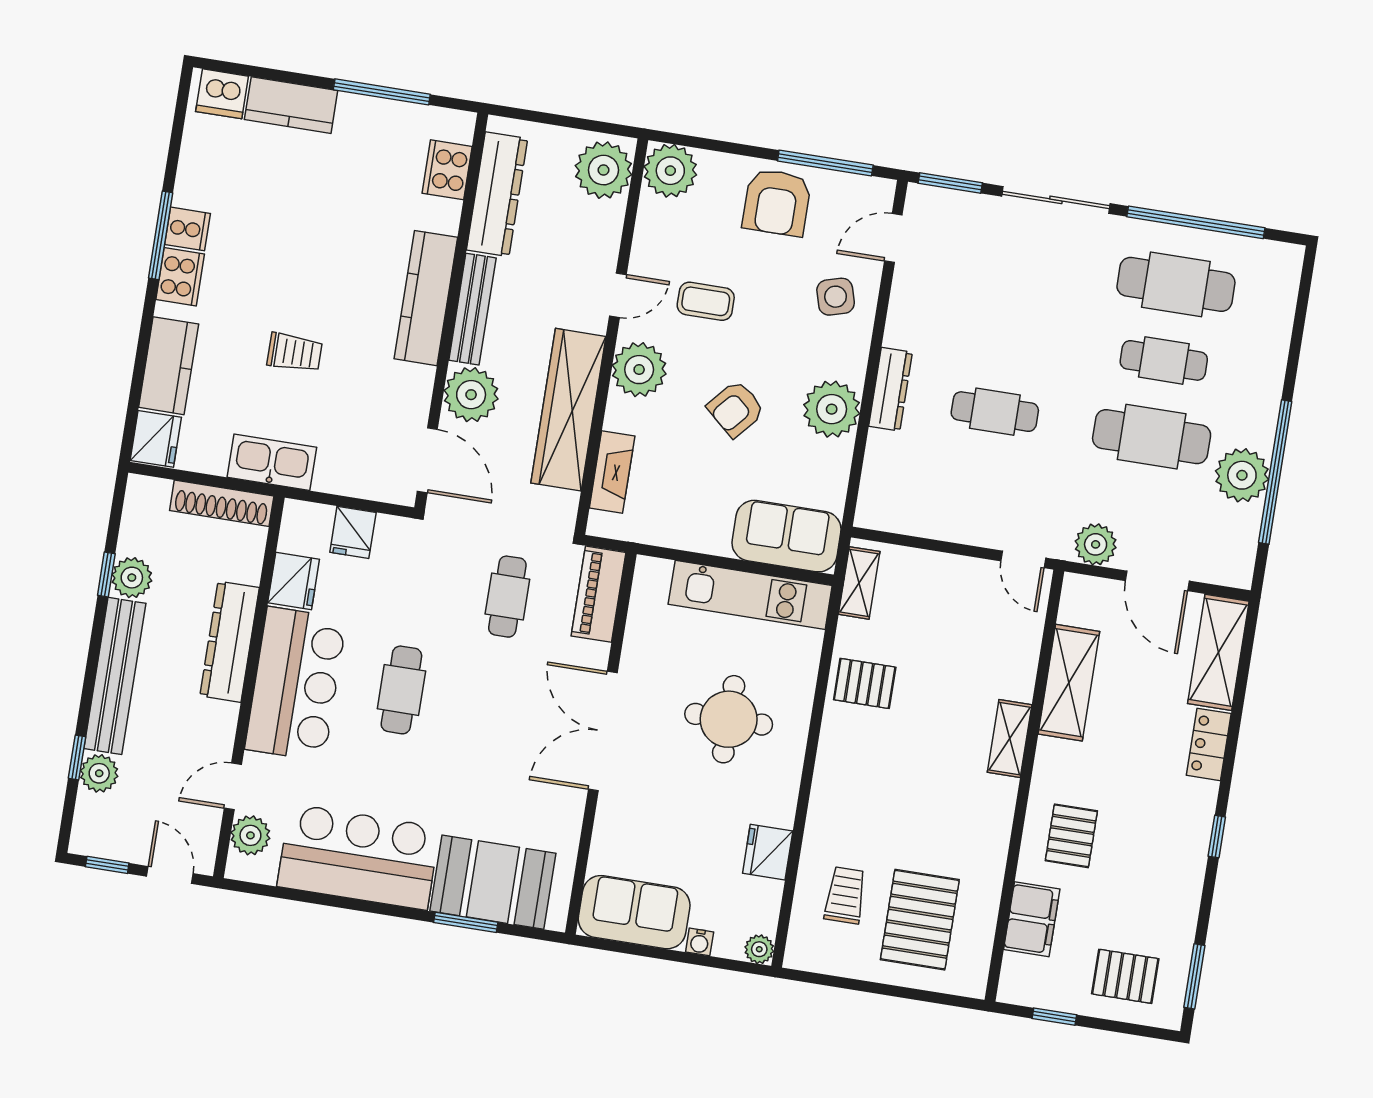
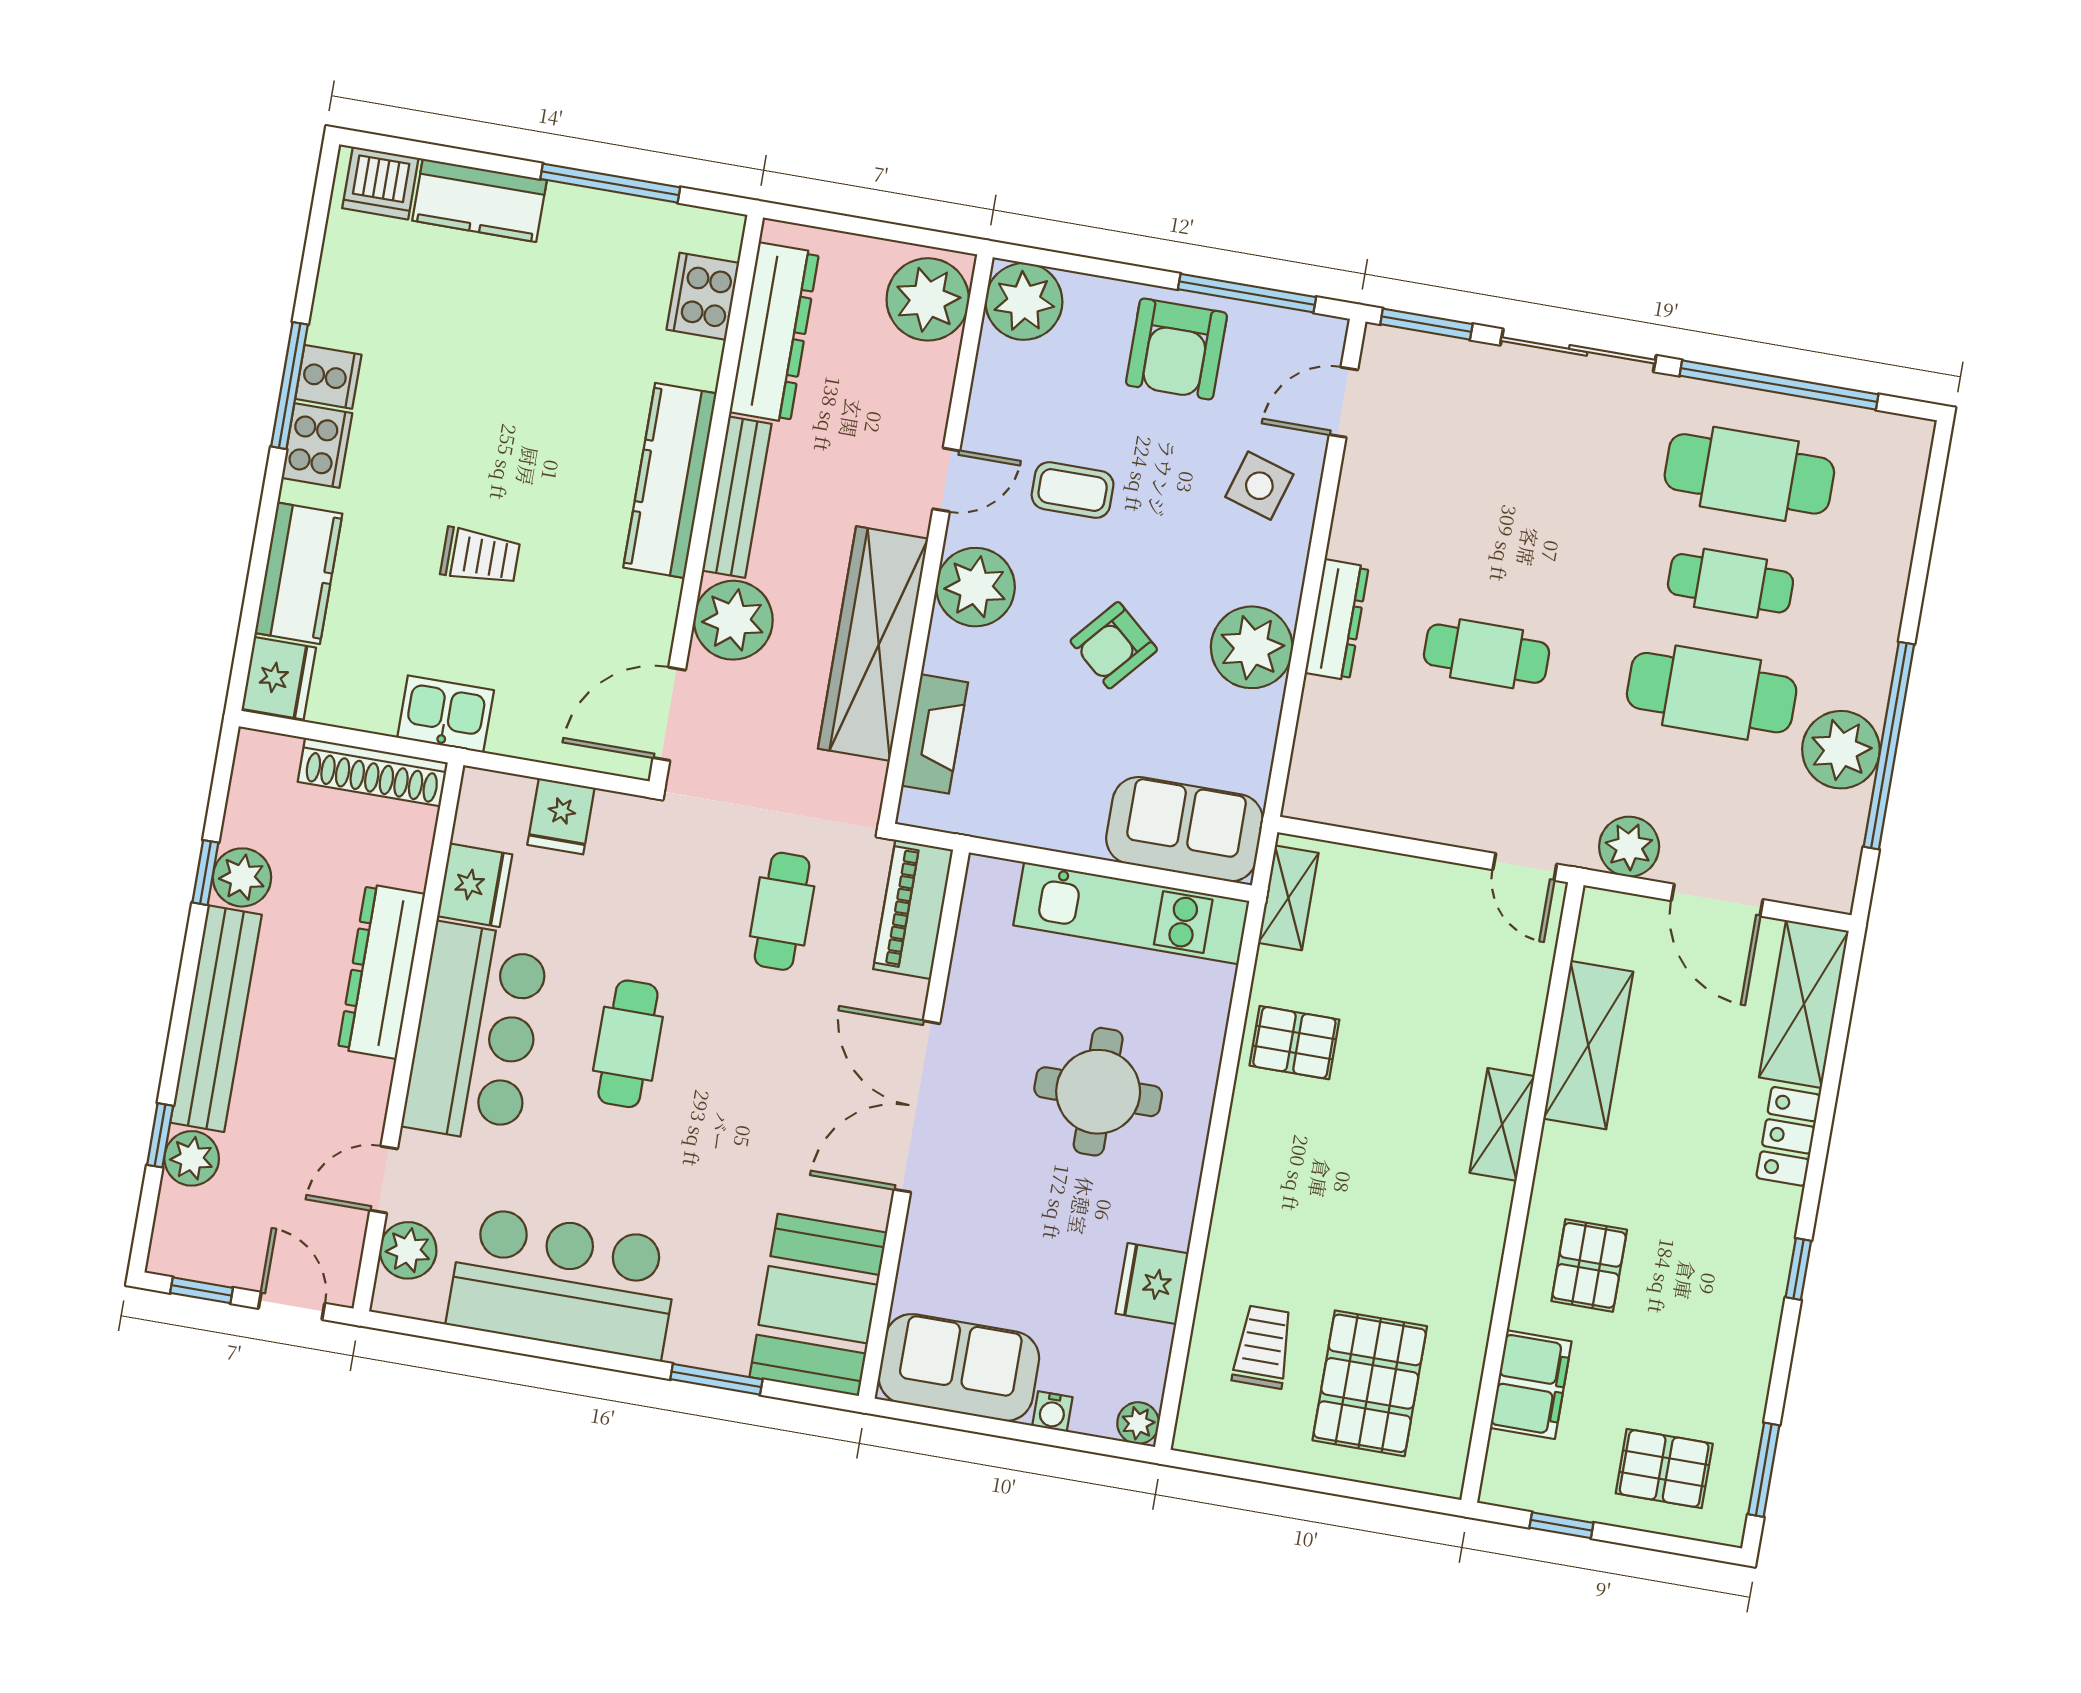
side table: (836, 297) -> (1259, 486), turned 33
door: (427, 460) -> (669, 714), swing flipped
kitchen sink: (272, 462) -> (446, 714), width x0.73
booth: (493, 882) -> (818, 1305), moved, turned 90

